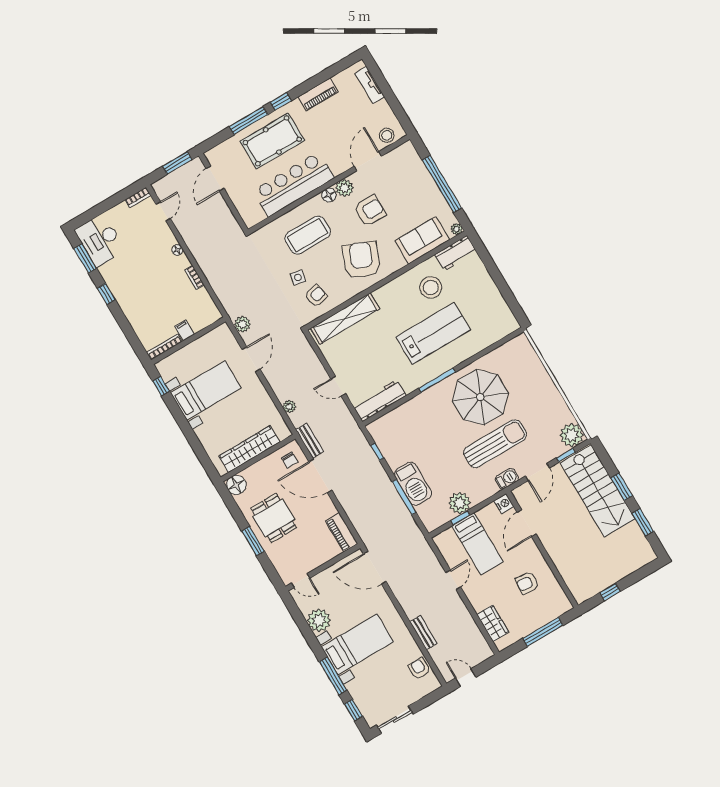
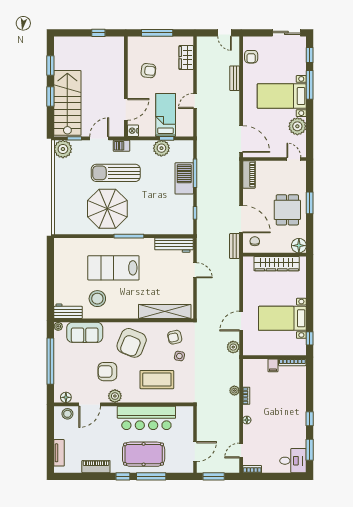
floor lamp: (329, 195) -> (66, 397), moved
desk: (100, 240) -> (293, 461), width x0.73
plant: (289, 407) -> (234, 391), moved

